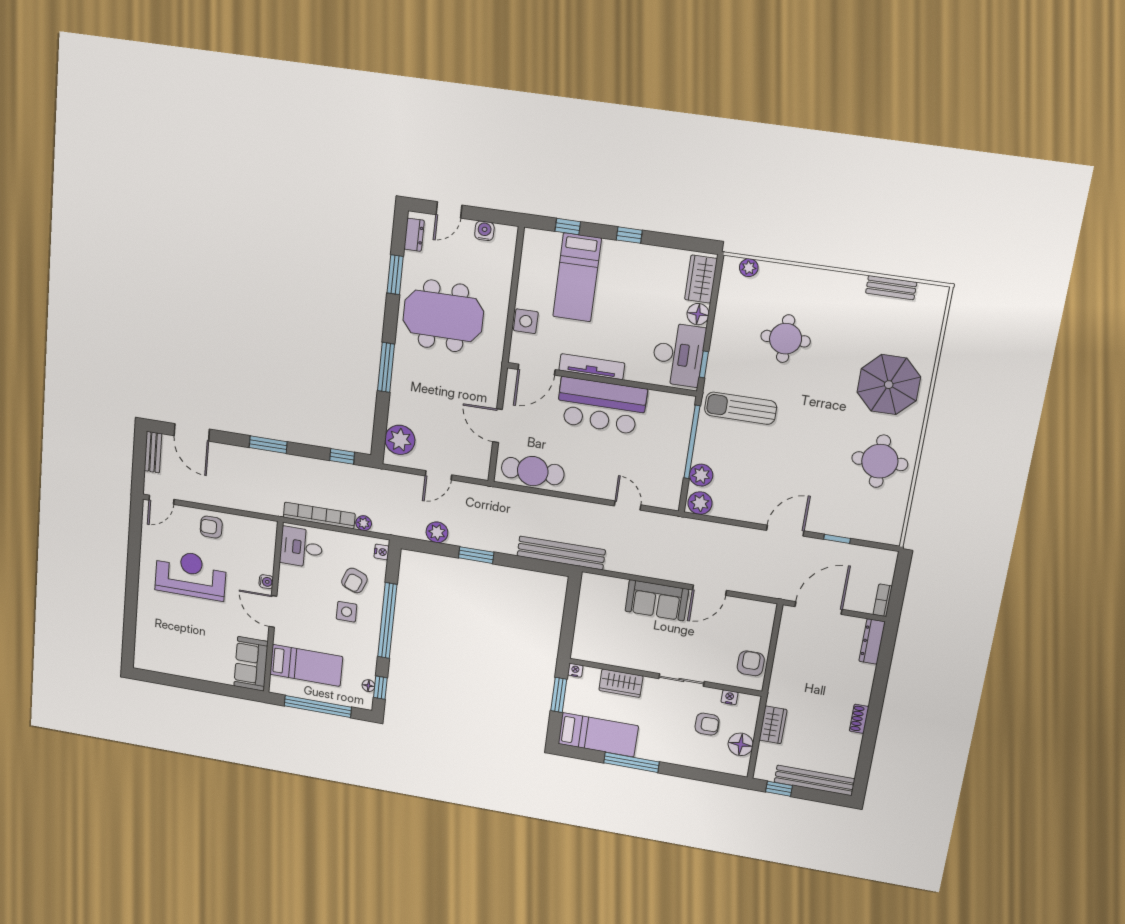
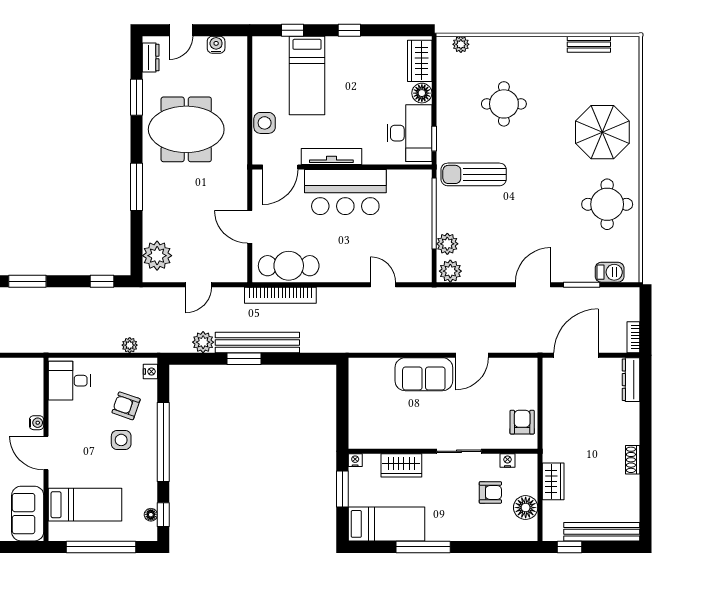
bookcase: (319, 516) -> (280, 295), moved, turned 180
barbecue: (870, 531) -> (610, 272), added
window: (837, 539) -> (582, 285), width x1.50
bench: (561, 553) -> (257, 342), moved
armchair: (354, 580) -> (126, 406), turned 88

